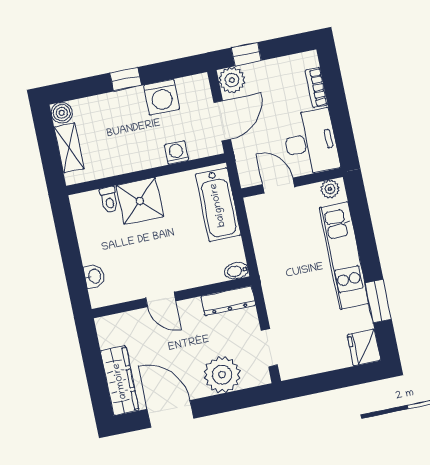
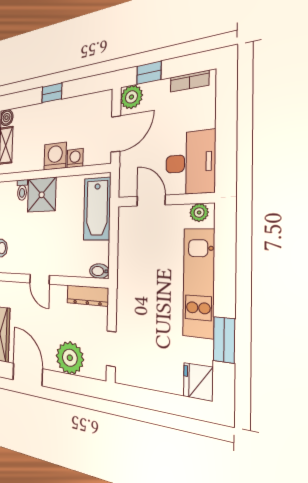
bookcase: (316, 88) -> (189, 81), moved, turned -90
washing machine: (162, 97) -> (55, 156), moved, turned 180

